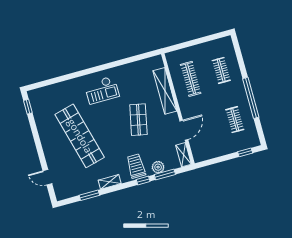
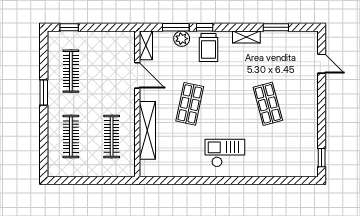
clothes rail: (221, 70) -> (71, 136), width x1.36
window: (251, 98) -> (44, 93), width x0.47
clothes rail: (235, 120) -> (71, 71), width x1.36
door: (184, 130) -> (137, 75), swing flipped
shop shelf: (80, 136) -> (268, 104), width x0.50, depth x0.74

